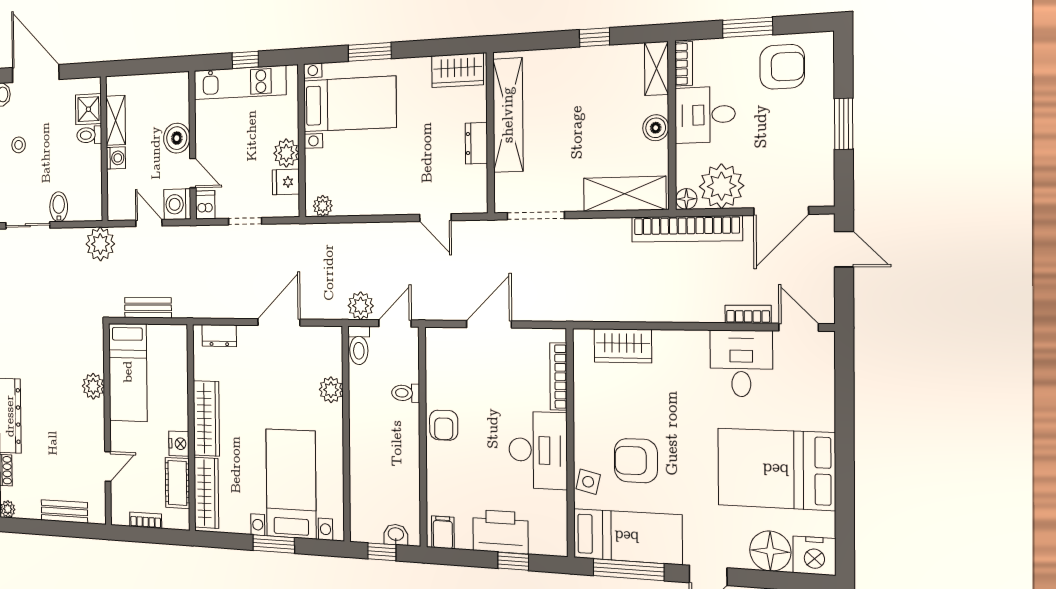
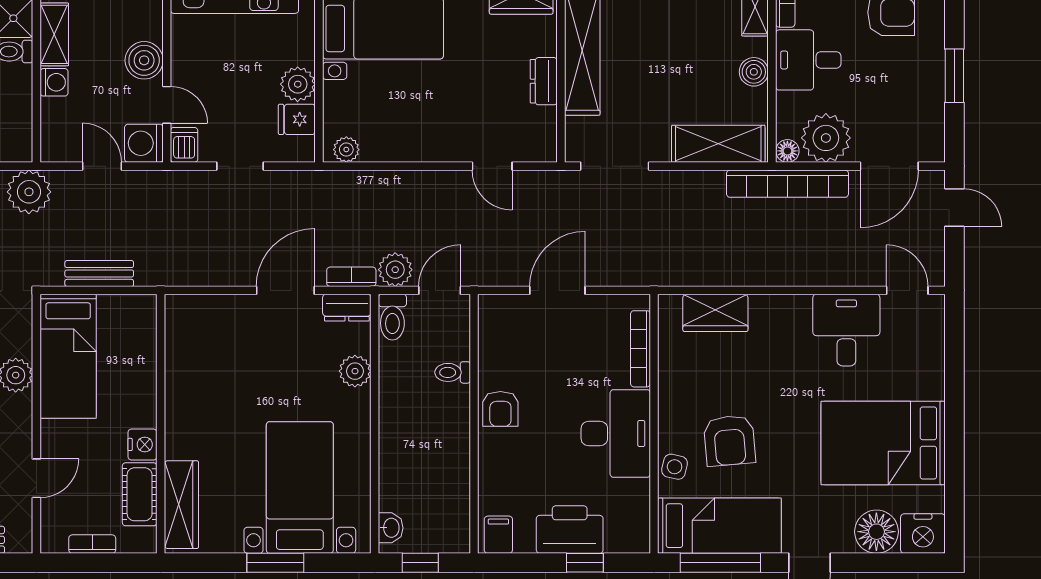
bookcase: (748, 314) -> (351, 277), moved
dresser: (219, 336) -> (347, 308), moved
wardrobe: (206, 418) -> (182, 411), removed
armchair: (636, 461) -> (729, 441), turned -95
washbasin: (396, 535) -> (391, 528), moved, turned 90

